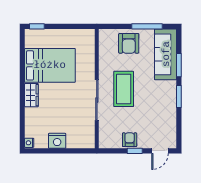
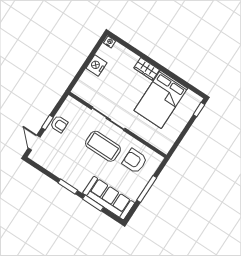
window: (147, 26) -> (147, 189), moved
armchair: (129, 43) -> (135, 161), moved

